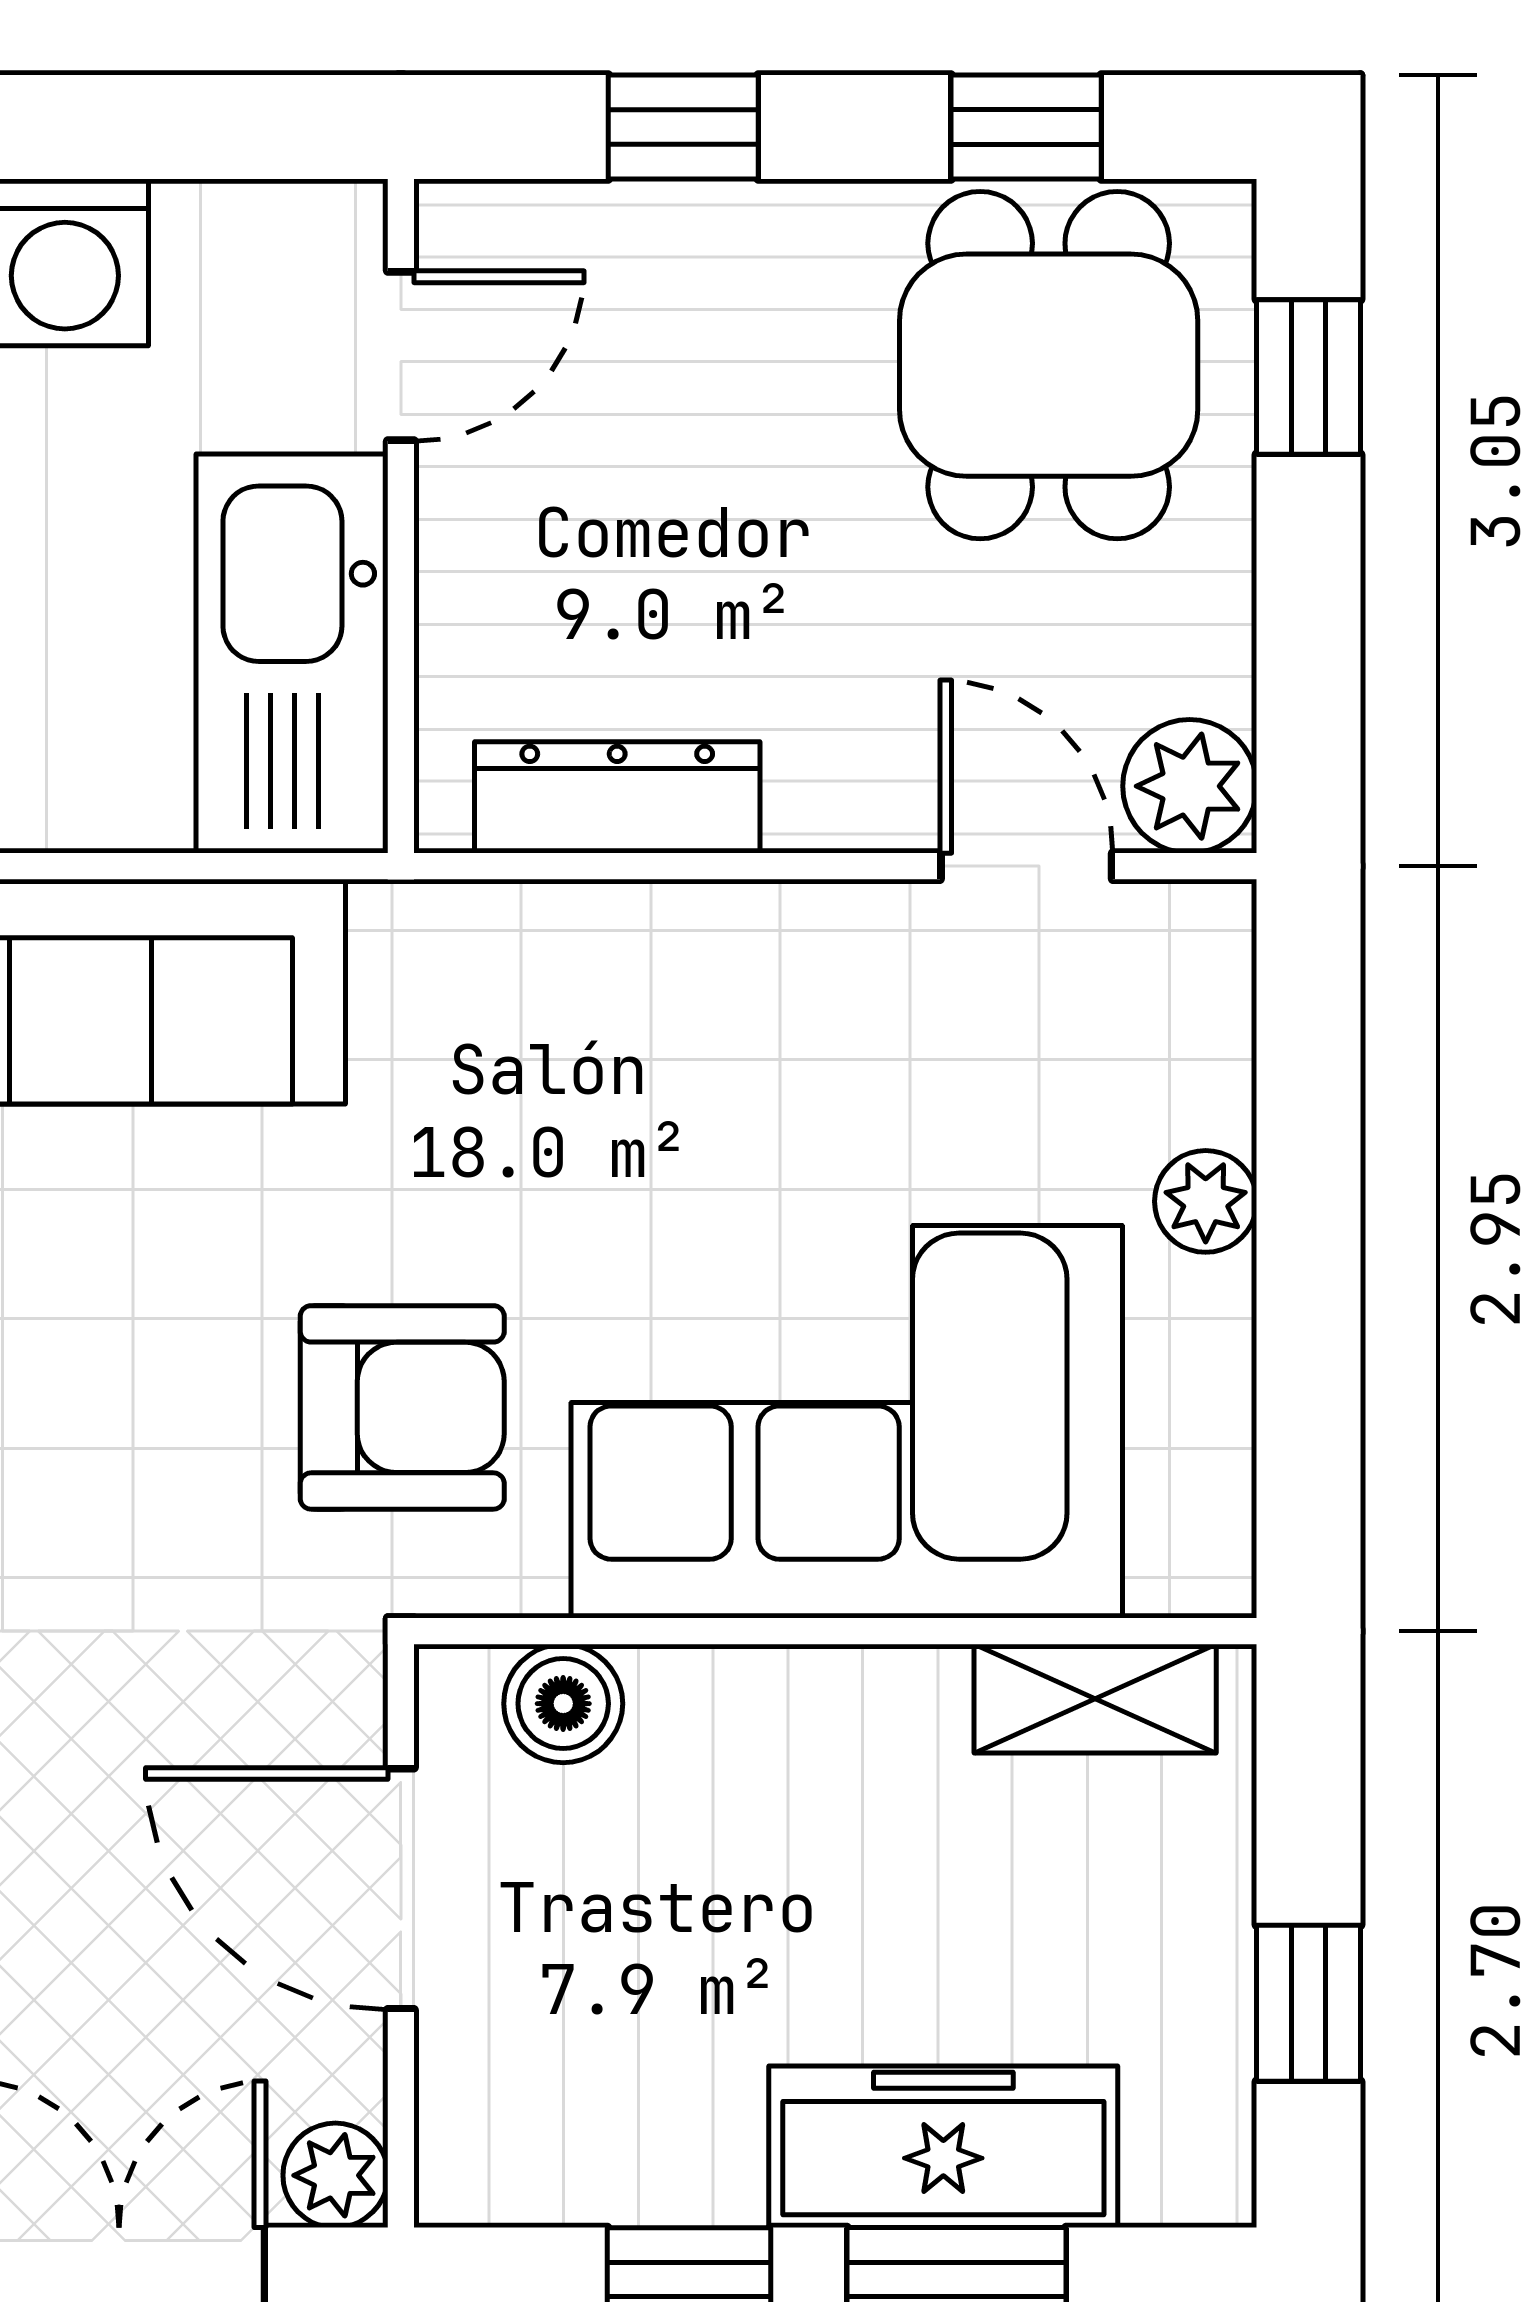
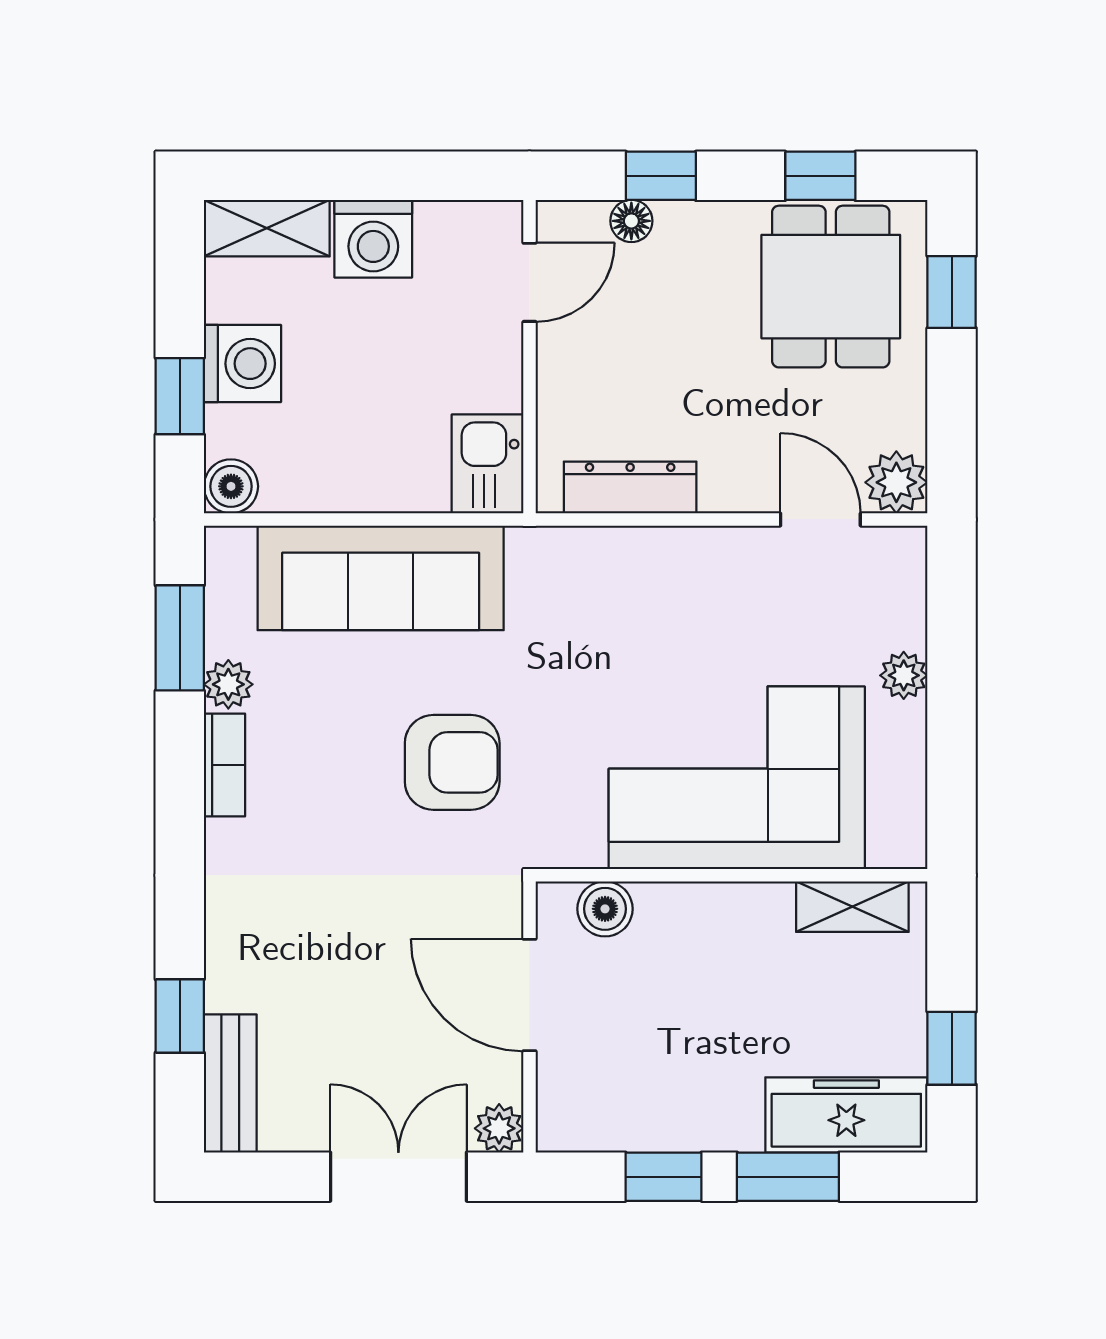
floor lamp: (620, 224) -> (631, 221), added
kitchen sink: (292, 654) -> (488, 464), width x0.53, depth x0.81
armchair: (402, 1407) -> (452, 762), moved
freezer: (943, 2147) -> (846, 1115), moved

